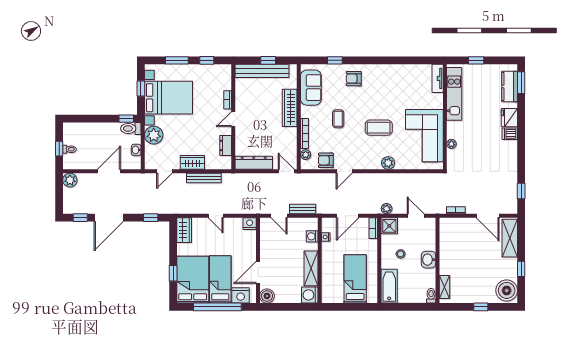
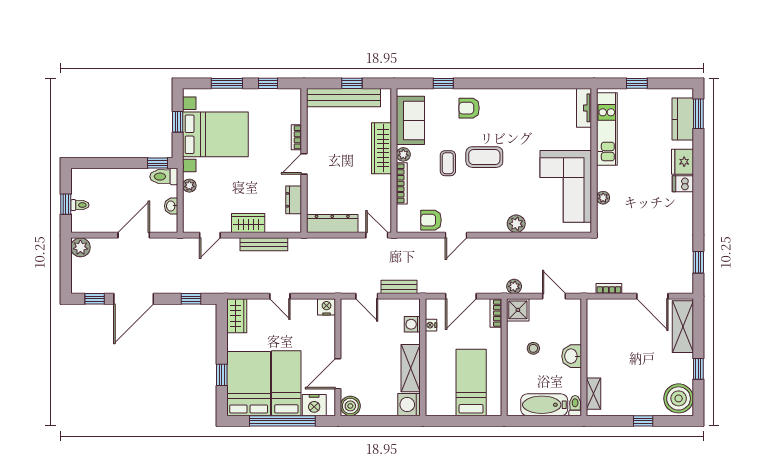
coffee table: (379, 128) -> (484, 157), moved
plant: (154, 135) -> (189, 186), width x0.53, depth x0.53
plant: (306, 155) -> (403, 154), moved
bathtub: (389, 286) -> (544, 405), moved, turned -90

